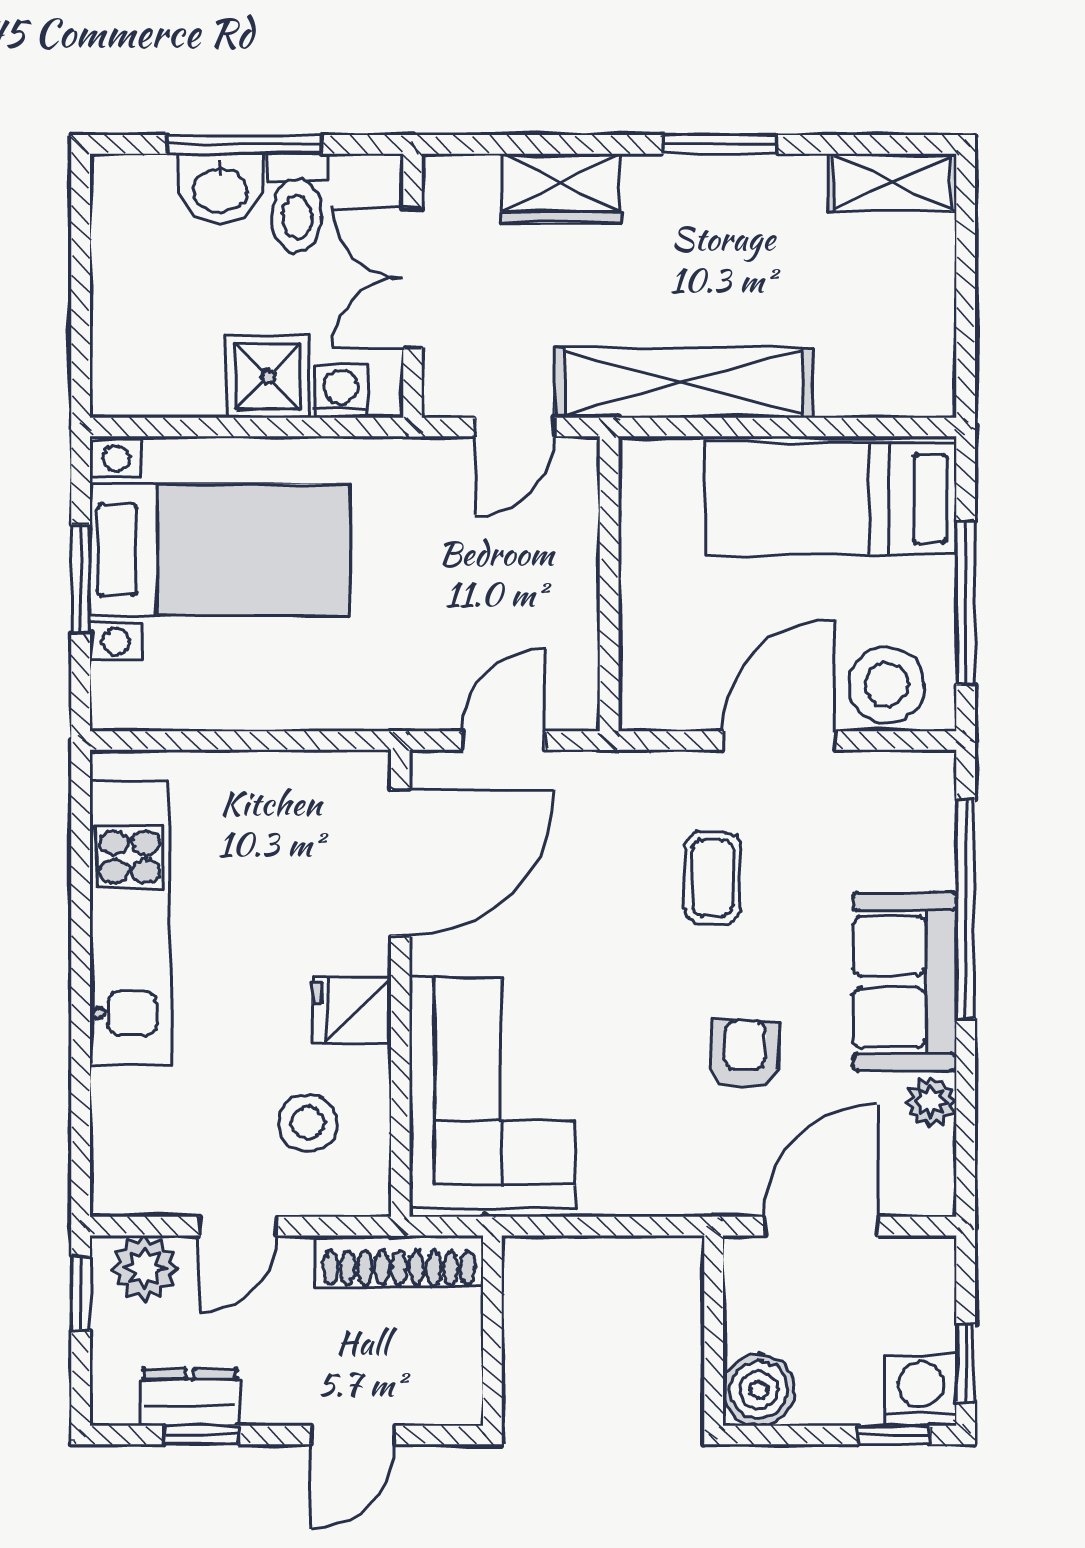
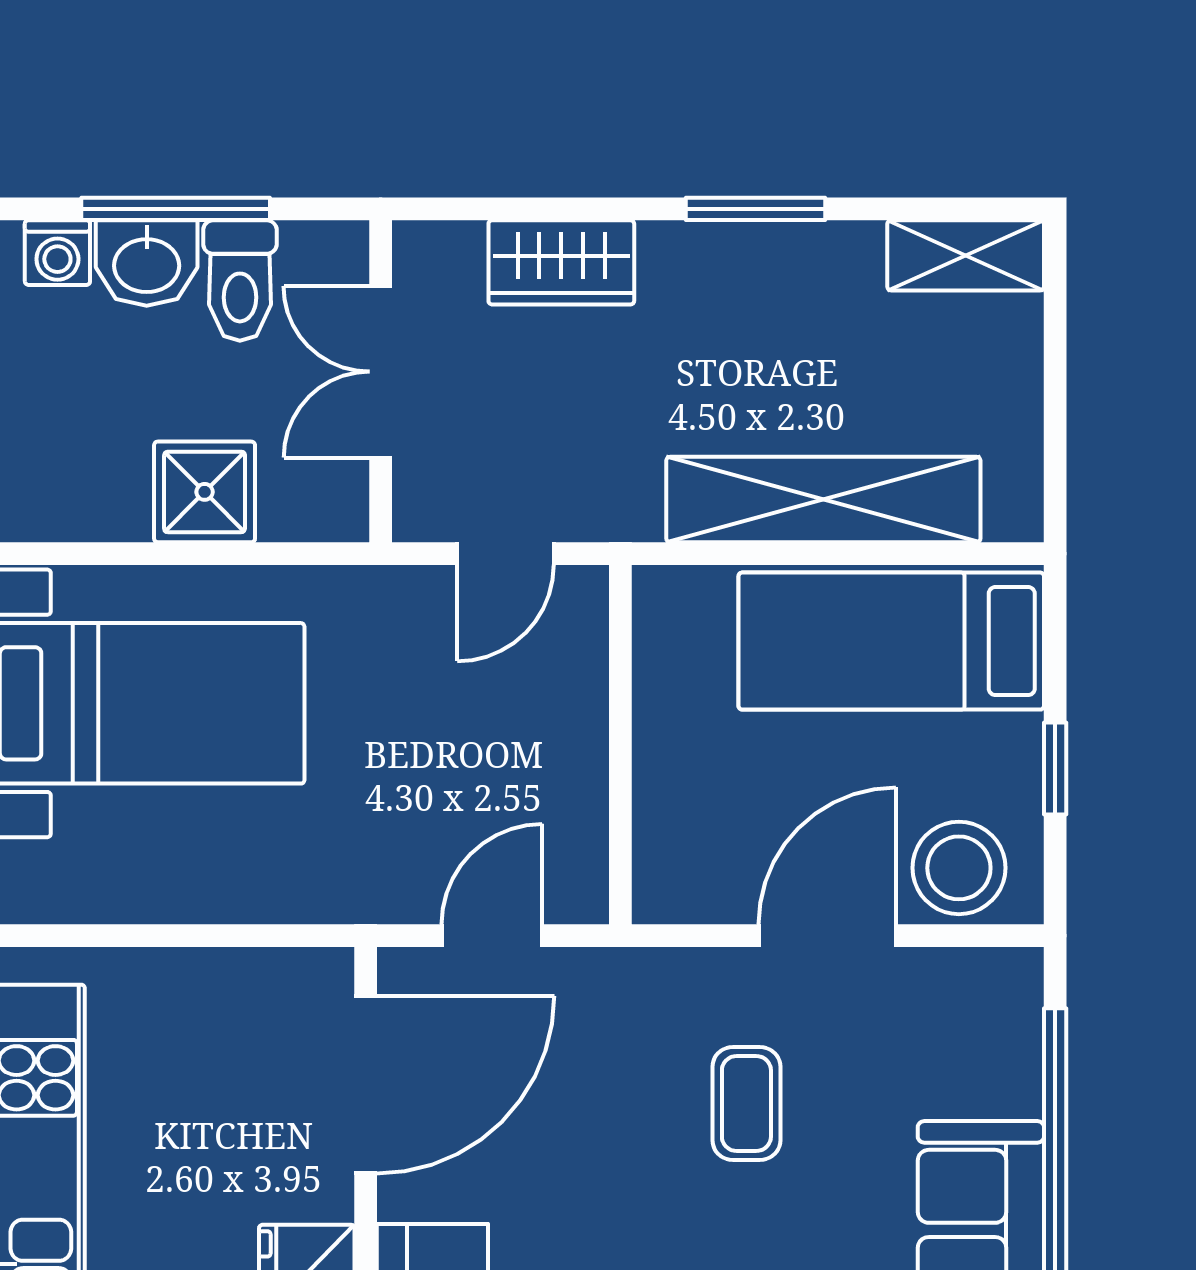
shelving: (684, 383) -> (823, 500), moved
washing machine: (341, 391) -> (57, 253), moved, turned 180
window: (966, 603) -> (1055, 769), width x0.46

